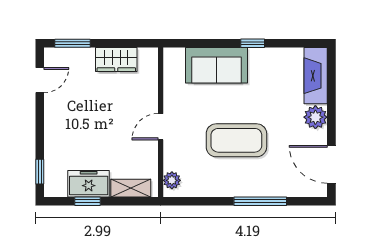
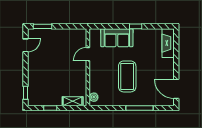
wardrobe: (116, 60) -> (65, 35), removed
plant: (315, 117) -> (168, 65), removed
door: (161, 127) -> (88, 54), moved
coffee table: (236, 140) -> (127, 76), turned 90
freezer: (89, 184) -> (51, 99), removed

